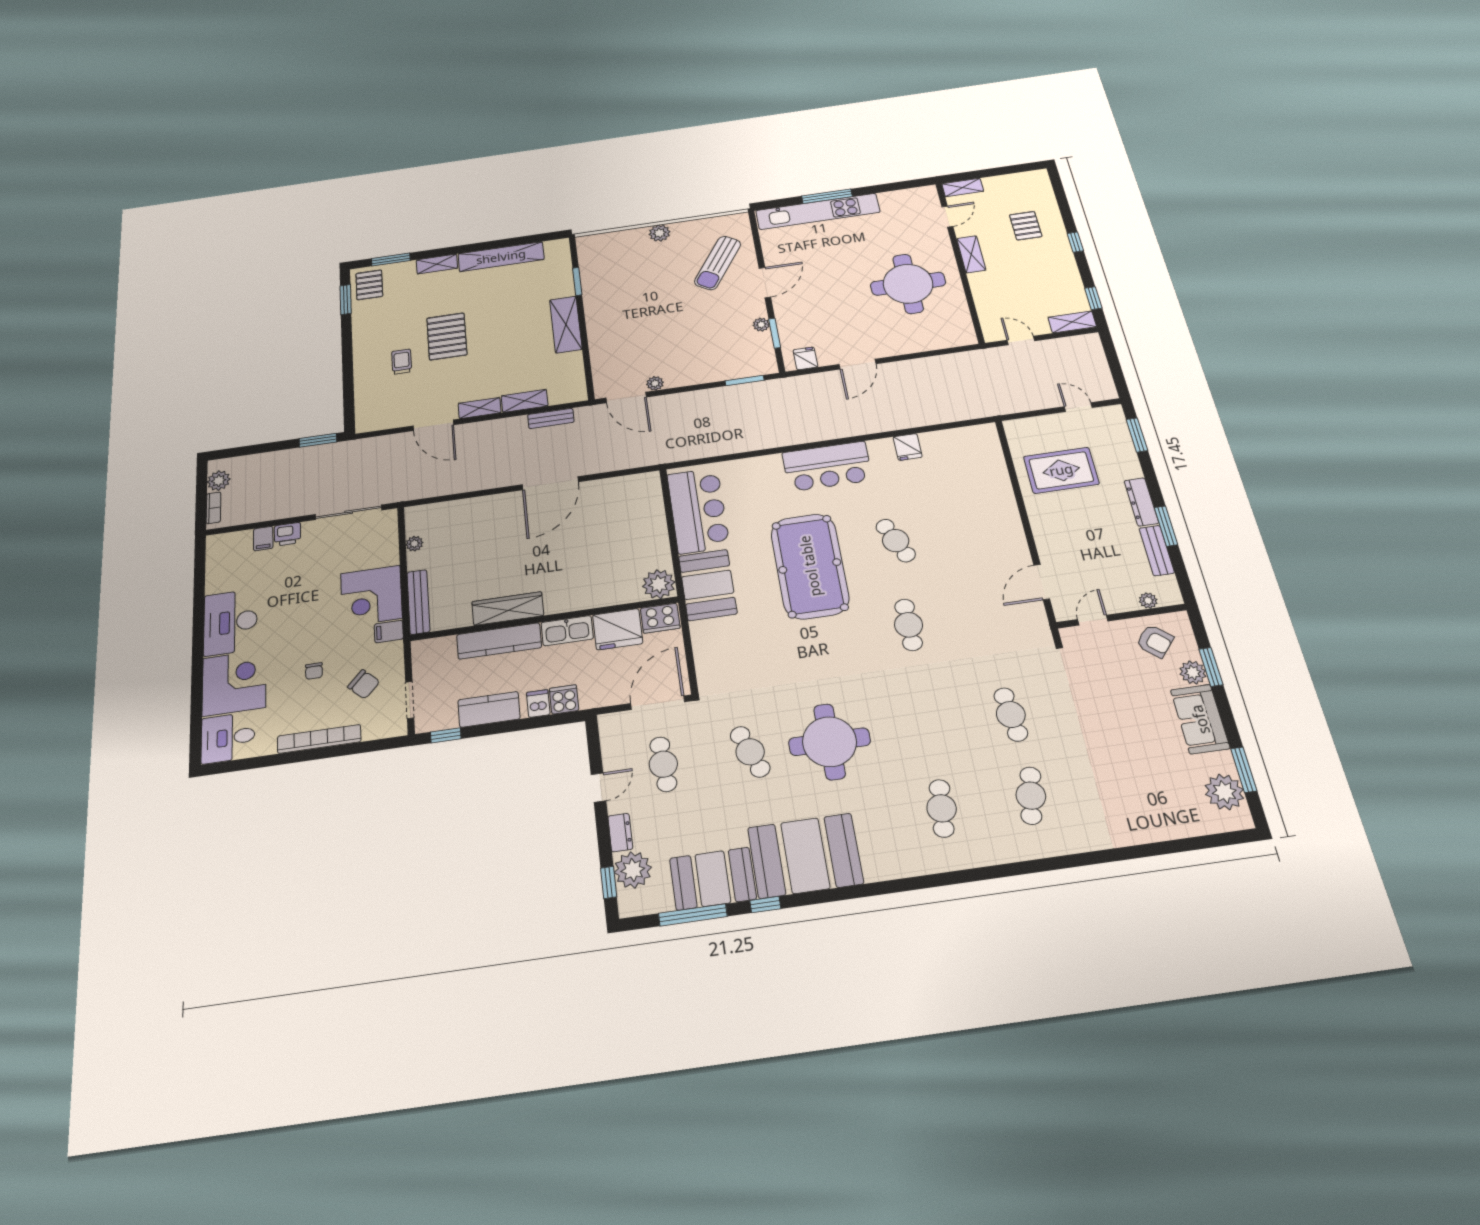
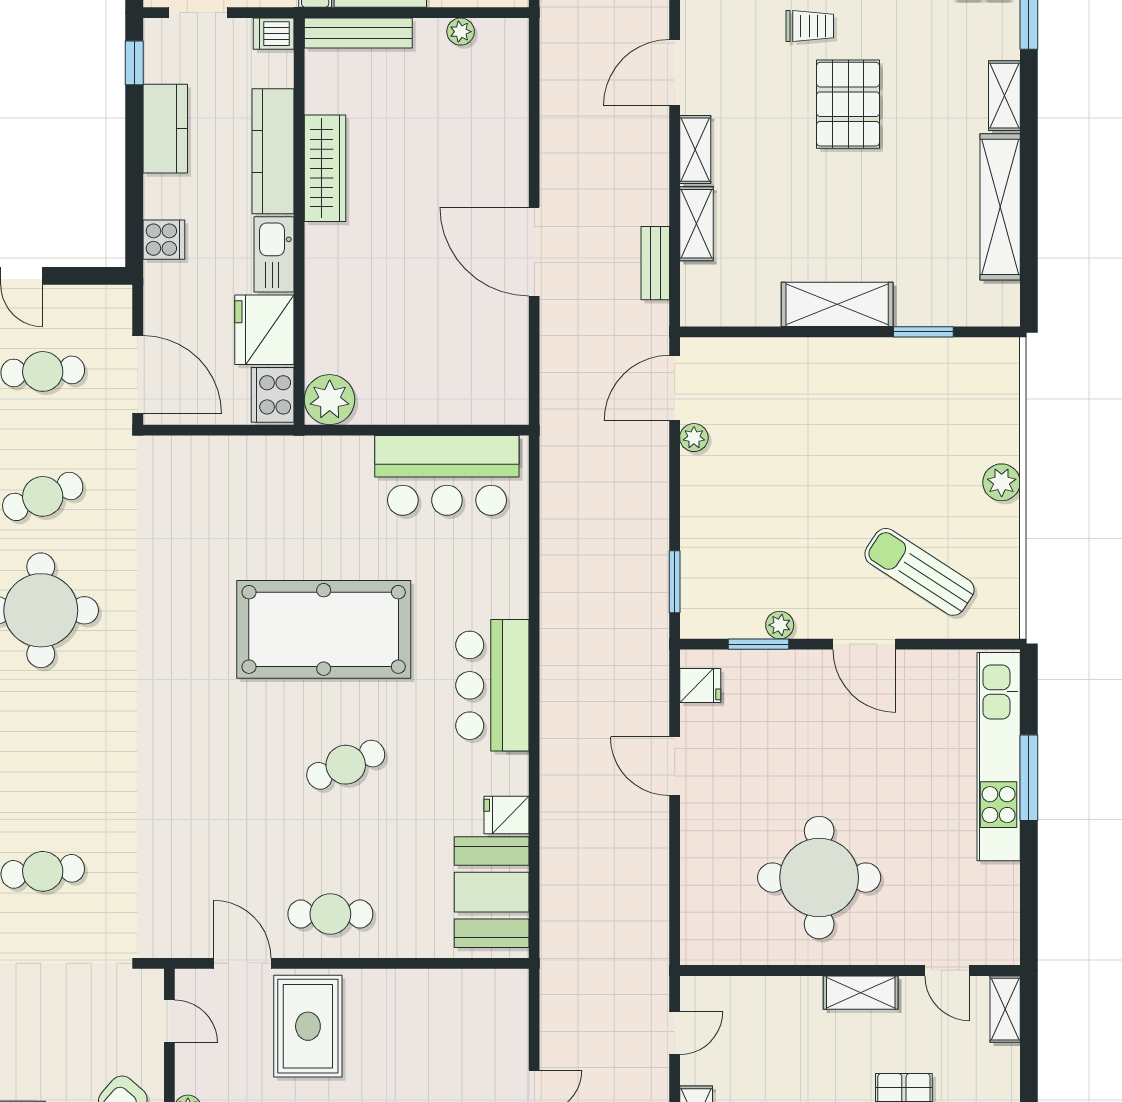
pallet: (447, 336) -> (848, 104), turned 90
rug: (1061, 470) -> (308, 1026), moved
booth: (708, 585) -> (492, 892), moved, turned 90
cafe table: (909, 625) -> (330, 914), moved
dishwasher: (538, 704) -> (274, 34), moved, turned 180

